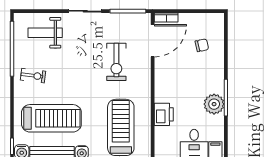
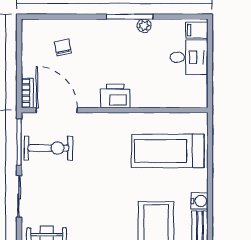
exercise bike: (116, 62) -> (48, 148), moved
plant: (214, 104) -> (144, 26), width x0.53, depth x0.53
printer: (164, 114) -> (115, 96), moved

